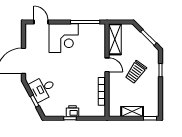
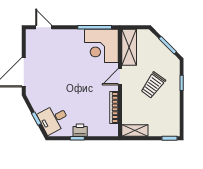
corner desk: (64, 38) -> (101, 46), moved, turned 90
door: (107, 65) -> (120, 77), swing flipped
desk: (43, 89) -> (54, 119), moved
shelving: (132, 112) -> (135, 131), moved

